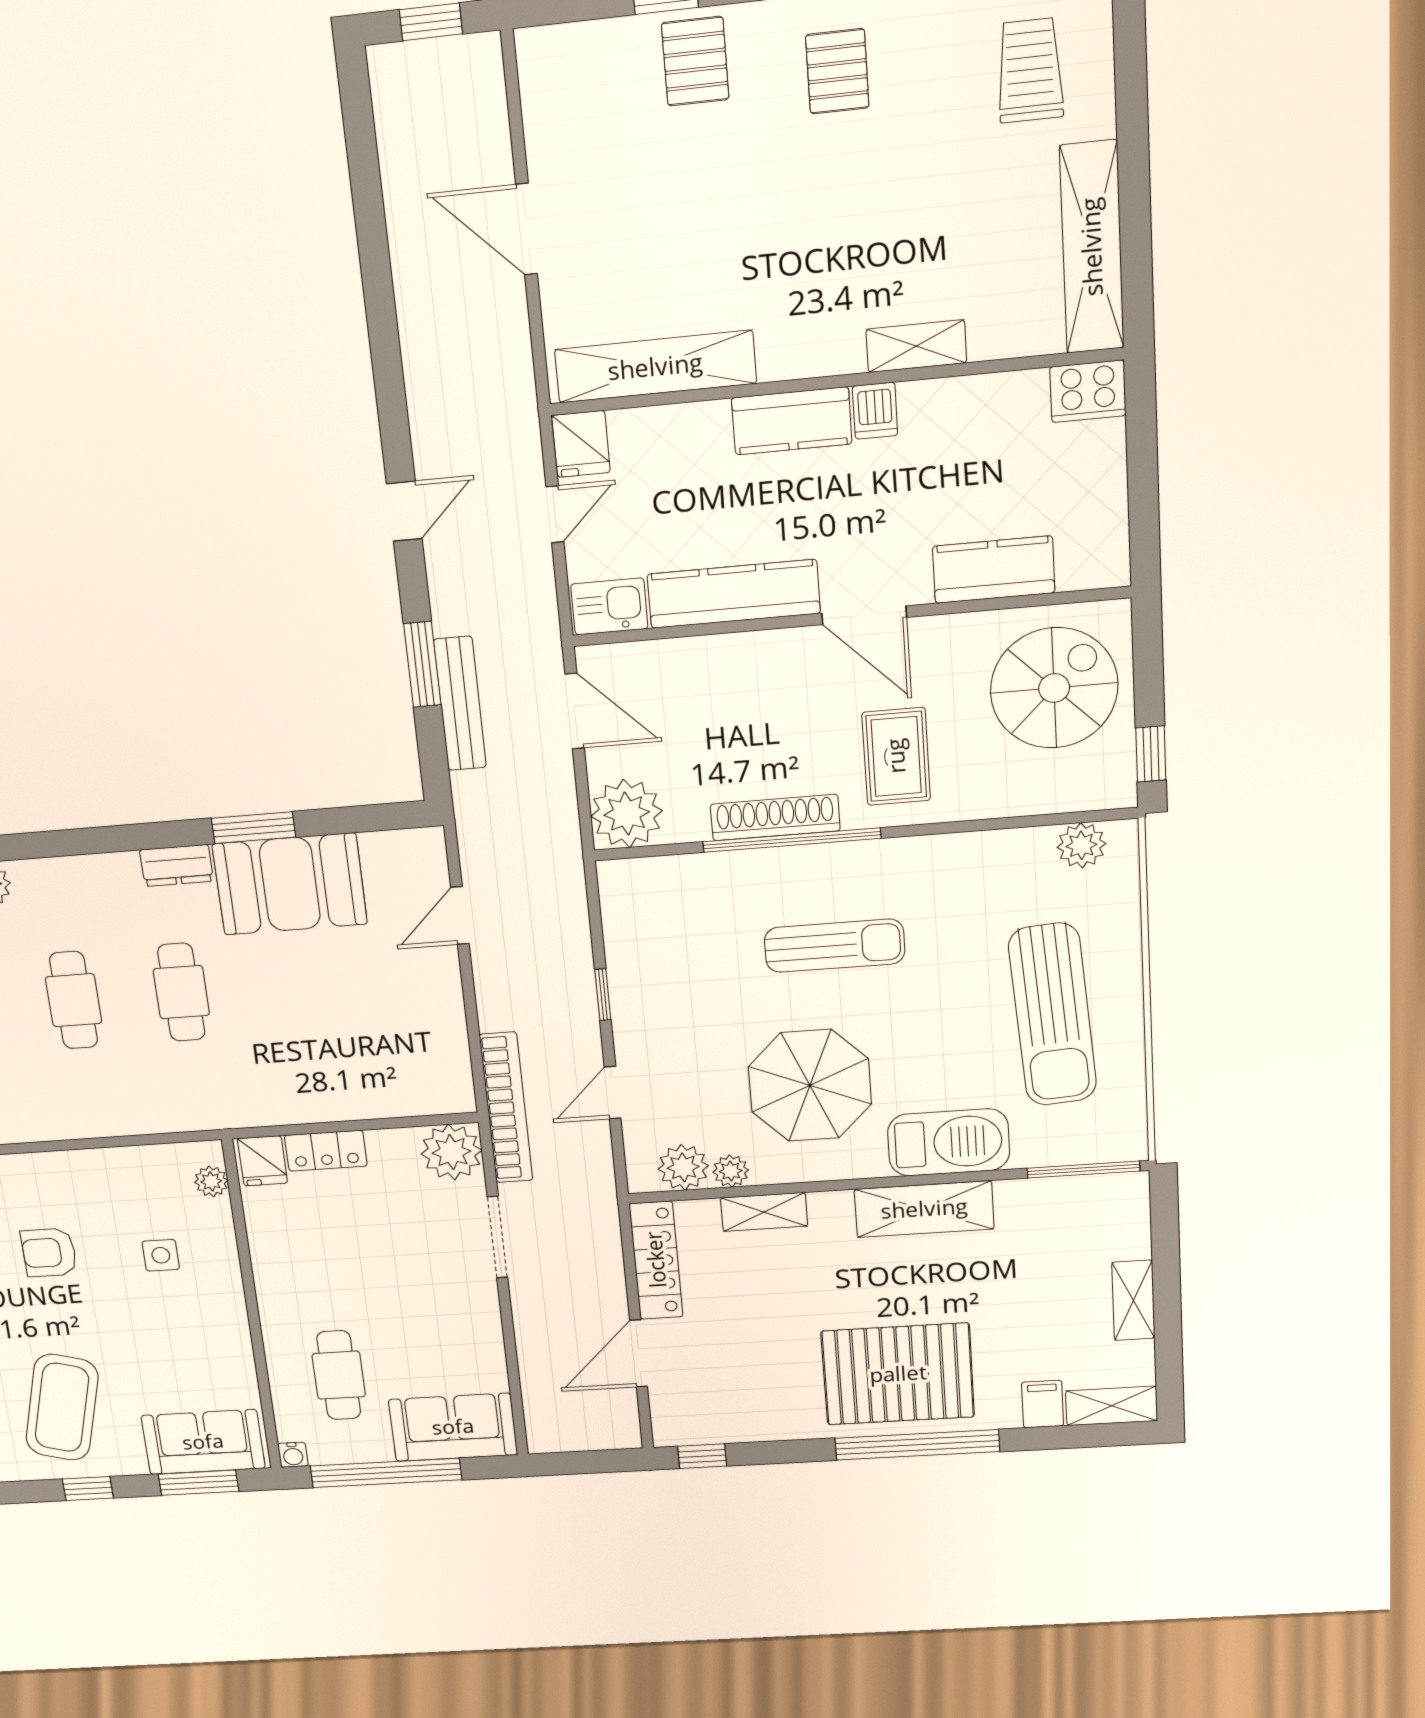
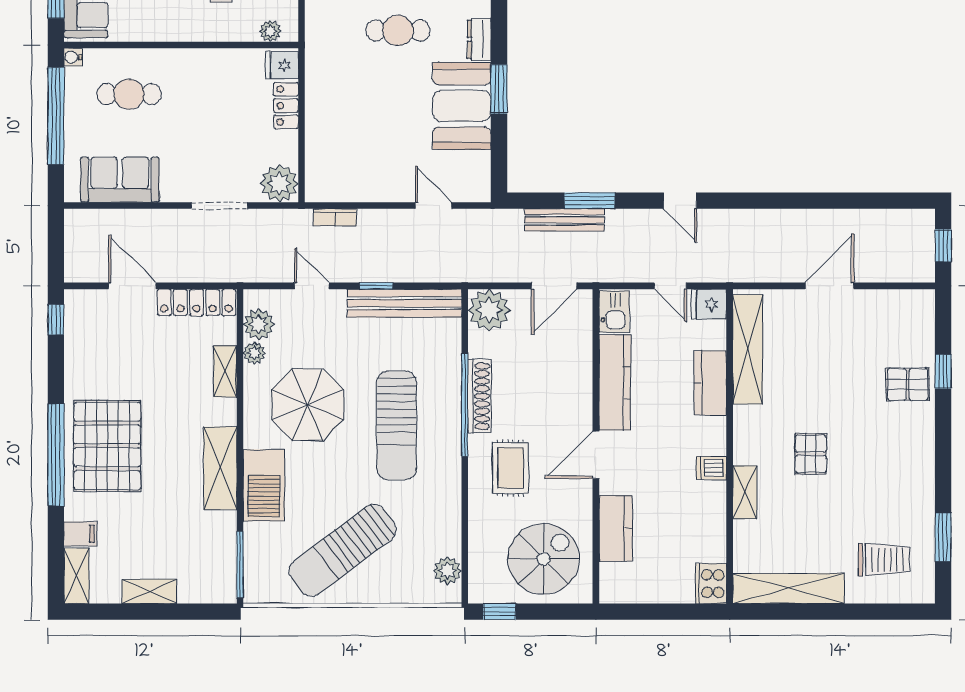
pallet: (837, 71) -> (811, 454), moved, turned 90
kitchen counter: (792, 421) -> (710, 383), moved
spiral stairs: (1054, 688) -> (544, 559), turned -90
rug: (896, 756) -> (511, 468), turned 90
sun lounger: (834, 946) -> (397, 425), width x1.36, depth x1.34
bench: (628, 949) -> (404, 303), added
sun lounger: (1053, 1015) -> (343, 550), turned -33
bookcase: (506, 1108) -> (335, 217), width x0.43, depth x0.76
sofa: (453, 1427) -> (120, 180), moved, turned -90

